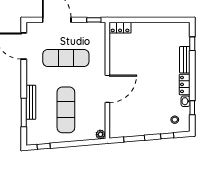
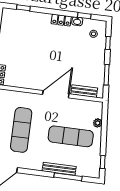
bench: (185, 60) -> (84, 91), moved
door: (107, 89) -> (56, 94), hinge flipped
plant: (100, 134) -> (98, 123), moved

